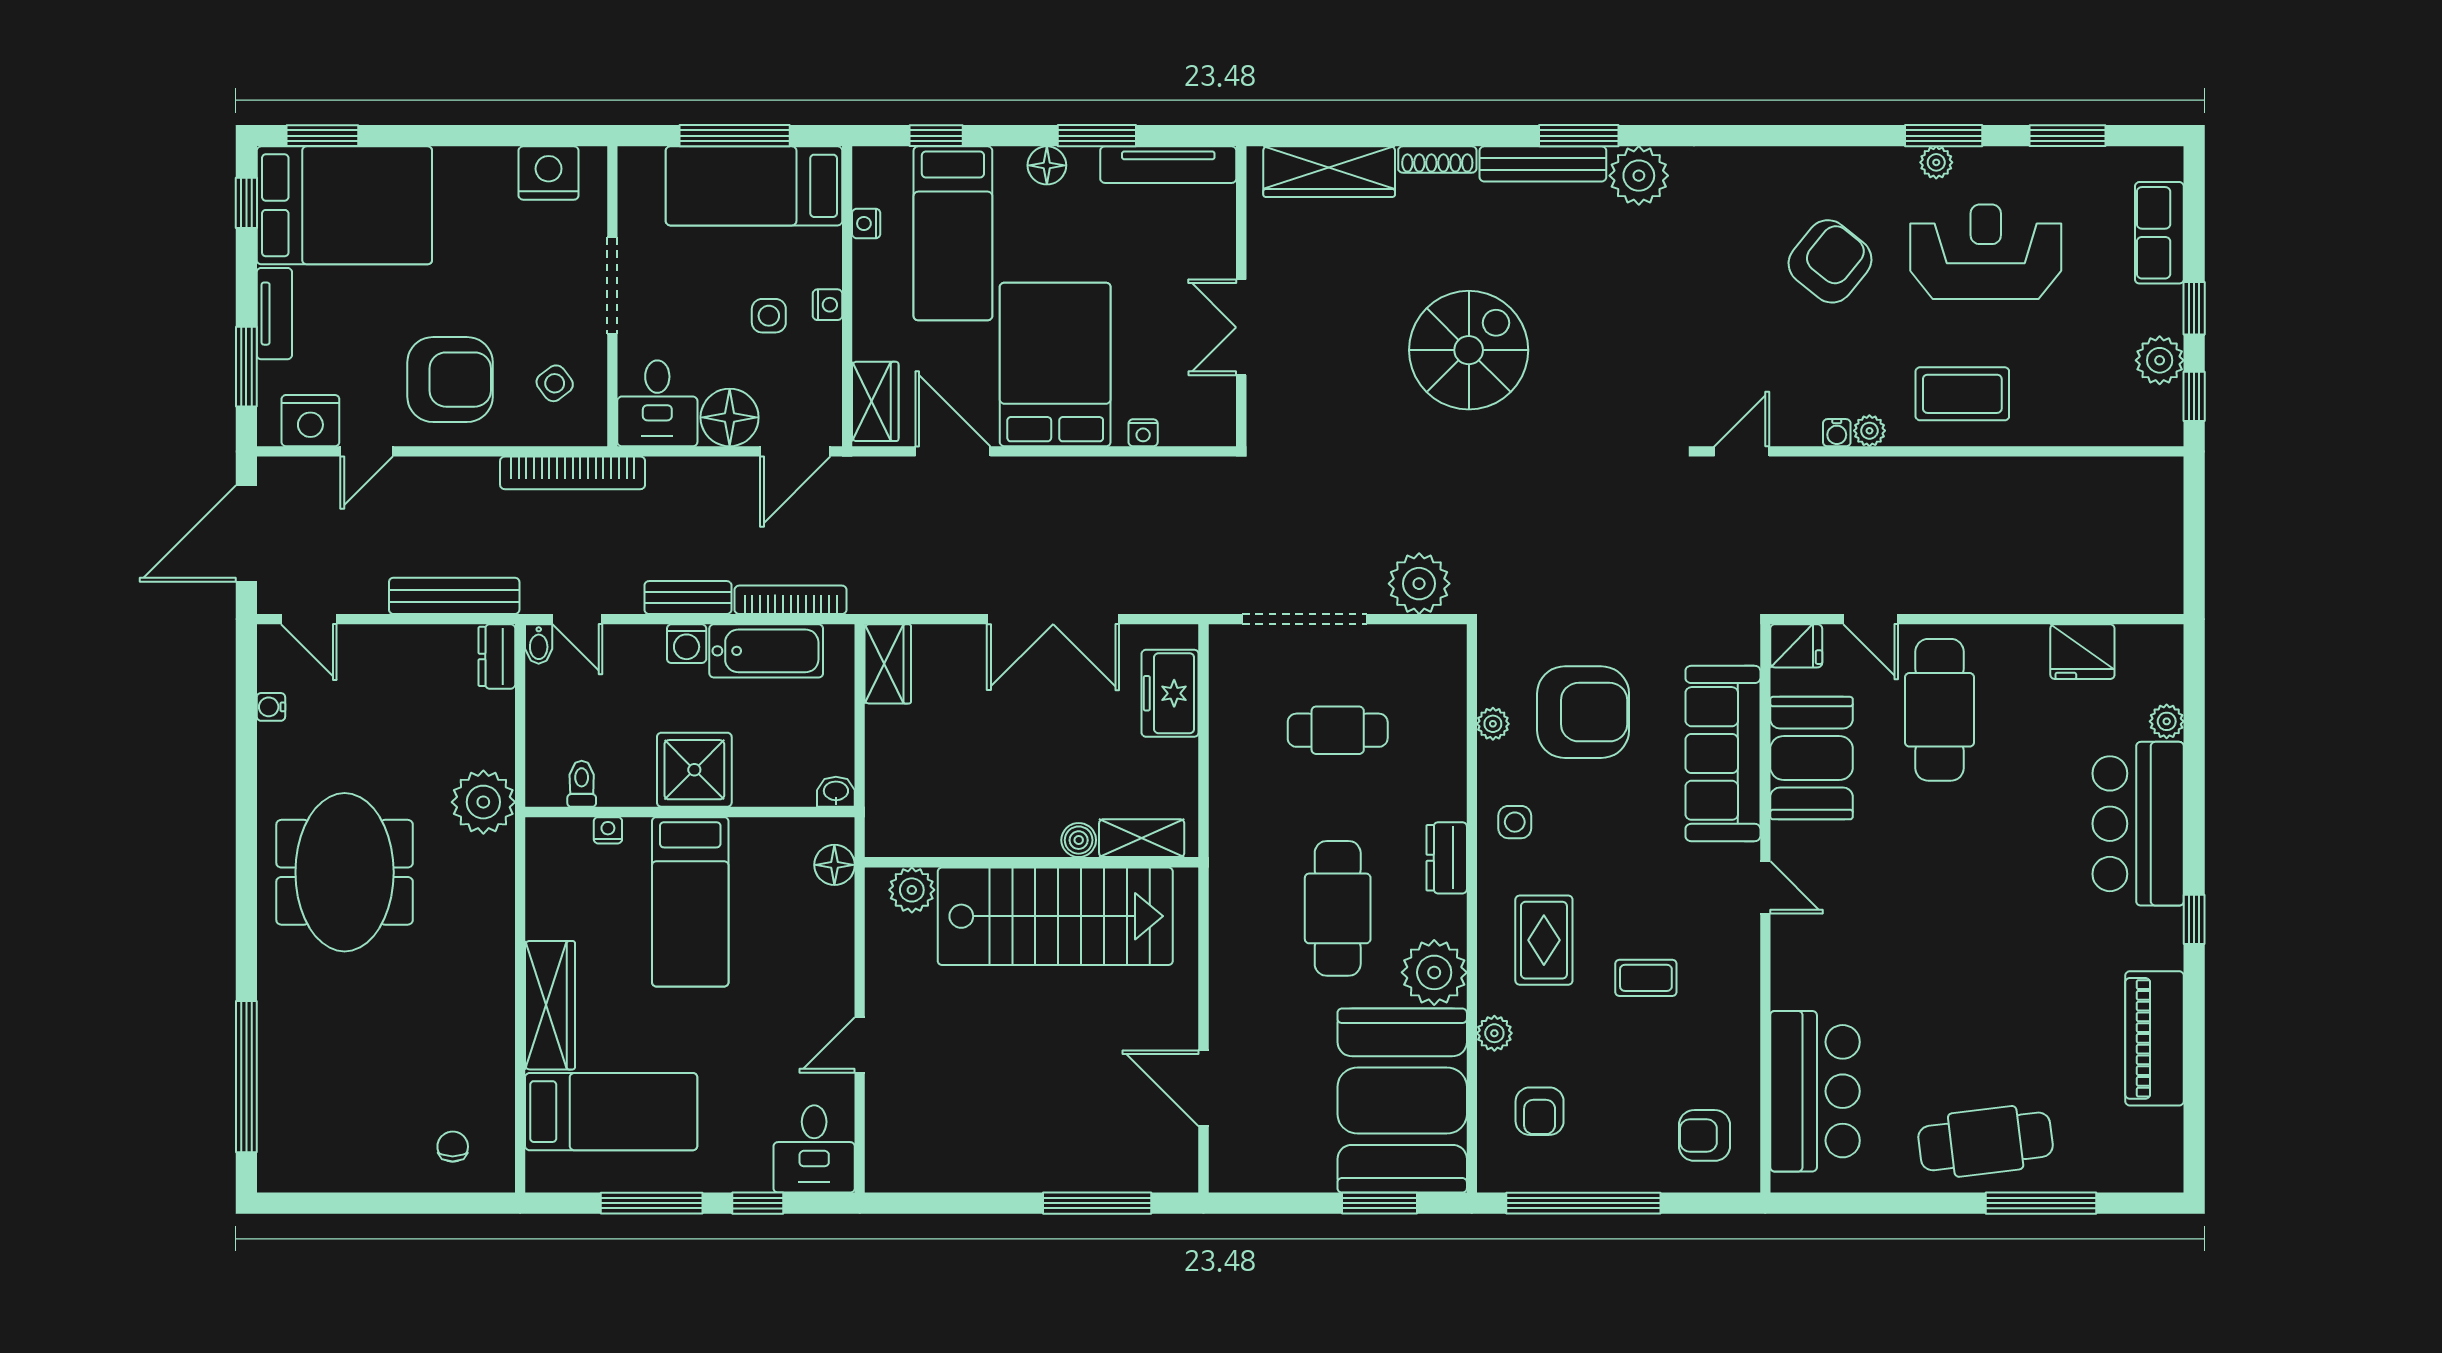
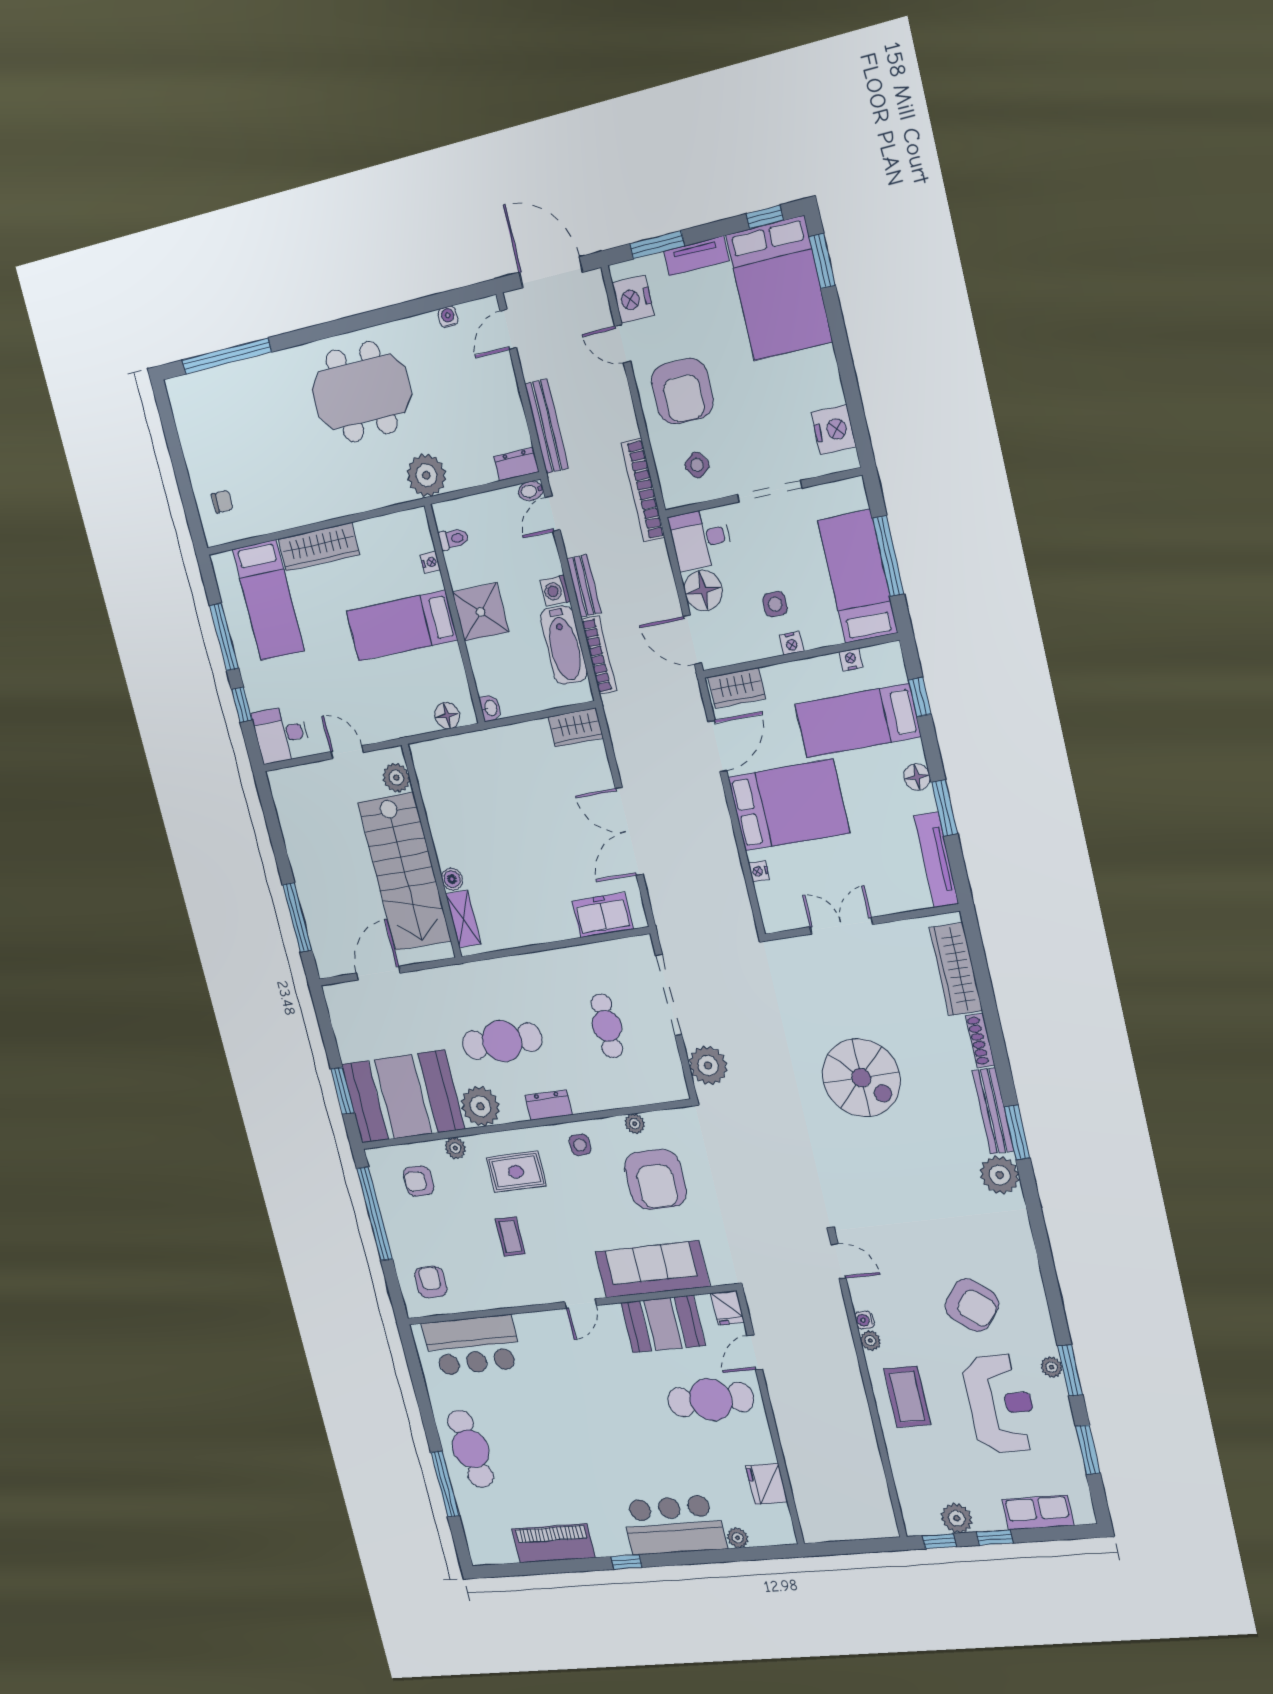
shelving: (1142, 838) -> (463, 919), moved
boiler: (1079, 840) -> (452, 879), moved
wall: (1032, 862) -> (432, 851), moved
plant: (912, 890) -> (396, 778), moved
stairs: (1055, 916) -> (404, 872), moved

